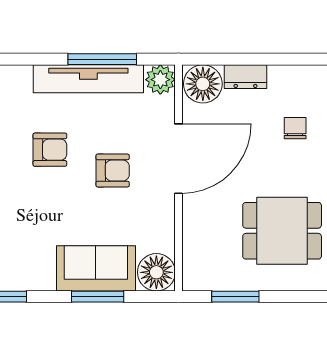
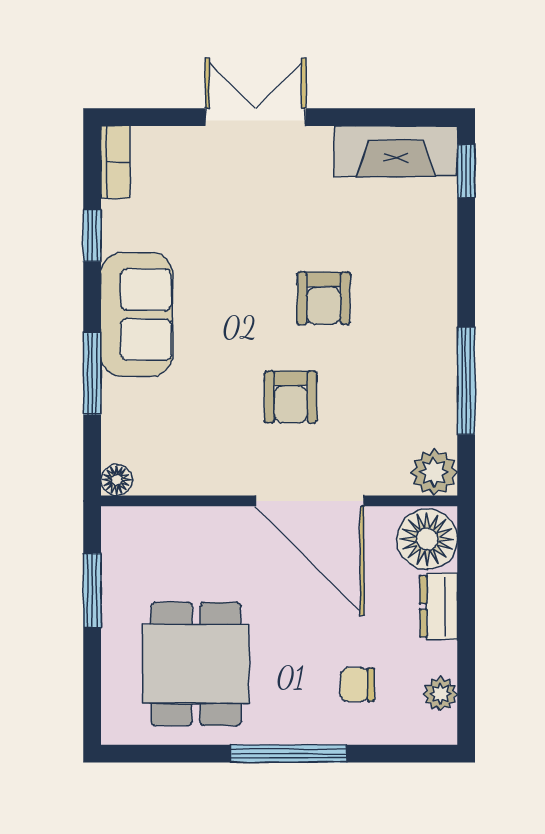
plant: (301, 75) -> (440, 694), added
tv unit: (88, 79) -> (435, 359), removed
chair: (295, 128) -> (357, 685), turned 180
sofa: (96, 268) -> (137, 315), moved
floor lamp: (156, 272) -> (117, 480), width x0.53, depth x0.53

